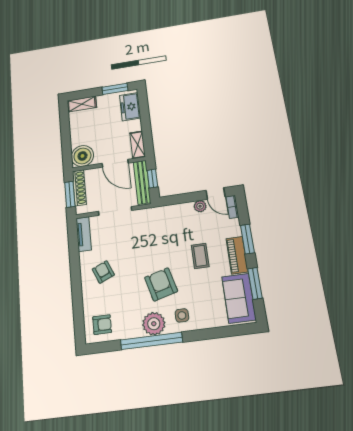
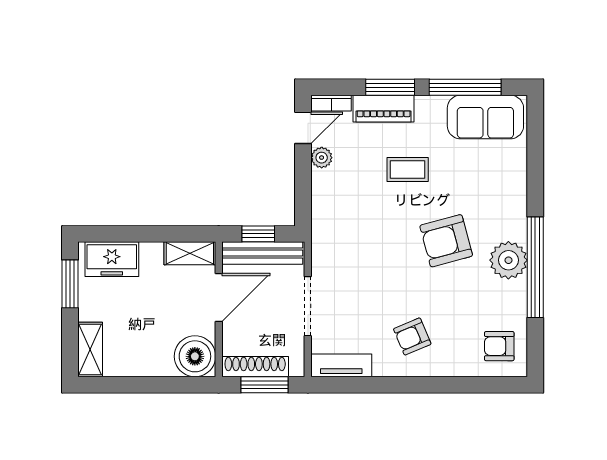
piano: (237, 255) -> (384, 109), moved
window: (255, 283) -> (465, 87), width x1.44
side table: (182, 315) -> (501, 213), removed
armchair: (102, 325) -> (499, 346), turned -90

